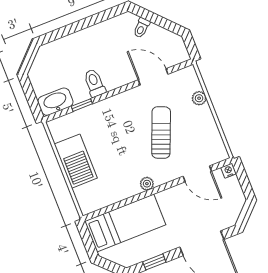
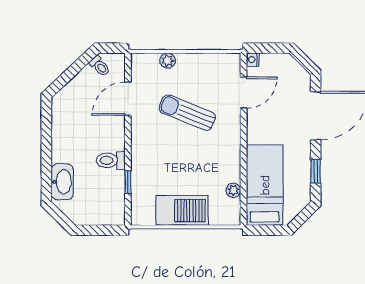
toilet: (141, 28) -> (100, 66), moved
washbasin: (55, 102) -> (62, 182), moved, turned 180
plant: (147, 184) -> (233, 190), moved

